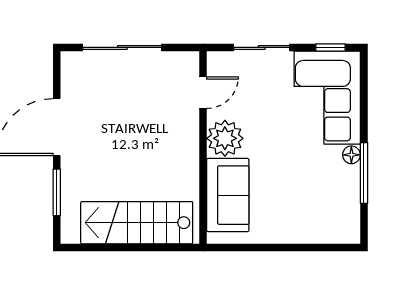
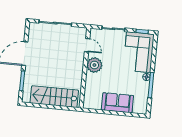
door: (203, 93) -> (87, 45), hinge flipped
sofa: (228, 195) -> (117, 103), moved, turned -90

